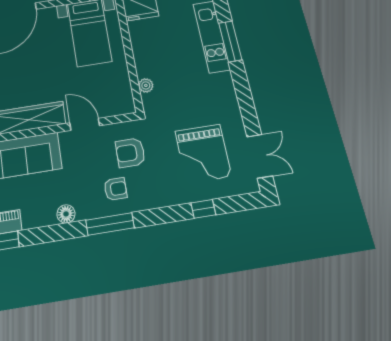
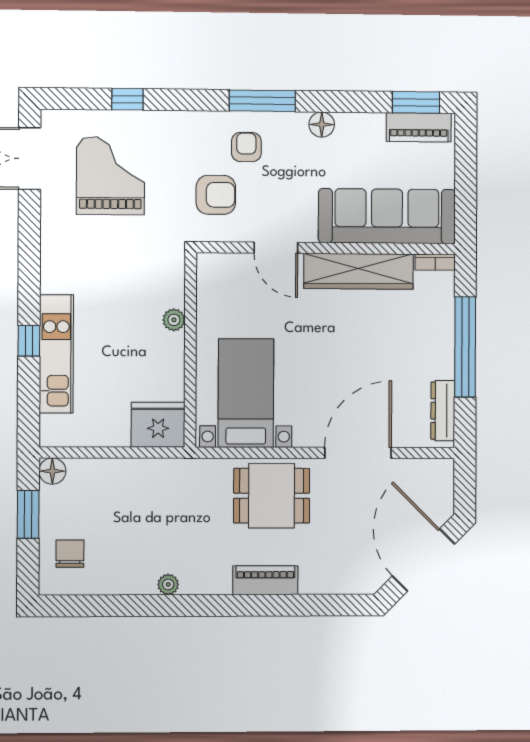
window: (230, 41) -> (29, 341), width x0.46
plant: (146, 85) -> (174, 320), moved
armchair: (115, 189) -> (246, 147), turned 90

